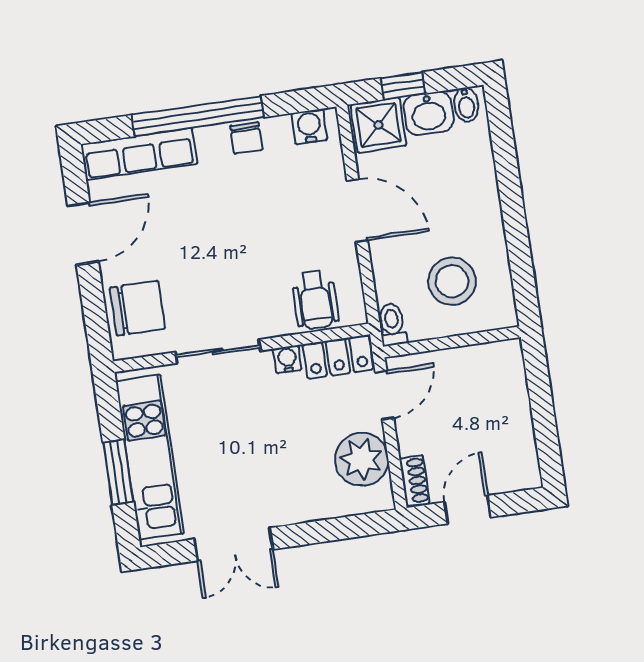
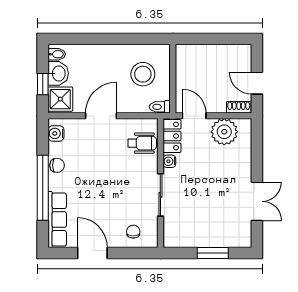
chair: (137, 308) -> (133, 232), width x0.54, depth x0.54
kitchen unit: (150, 457) -> (208, 236), removed

